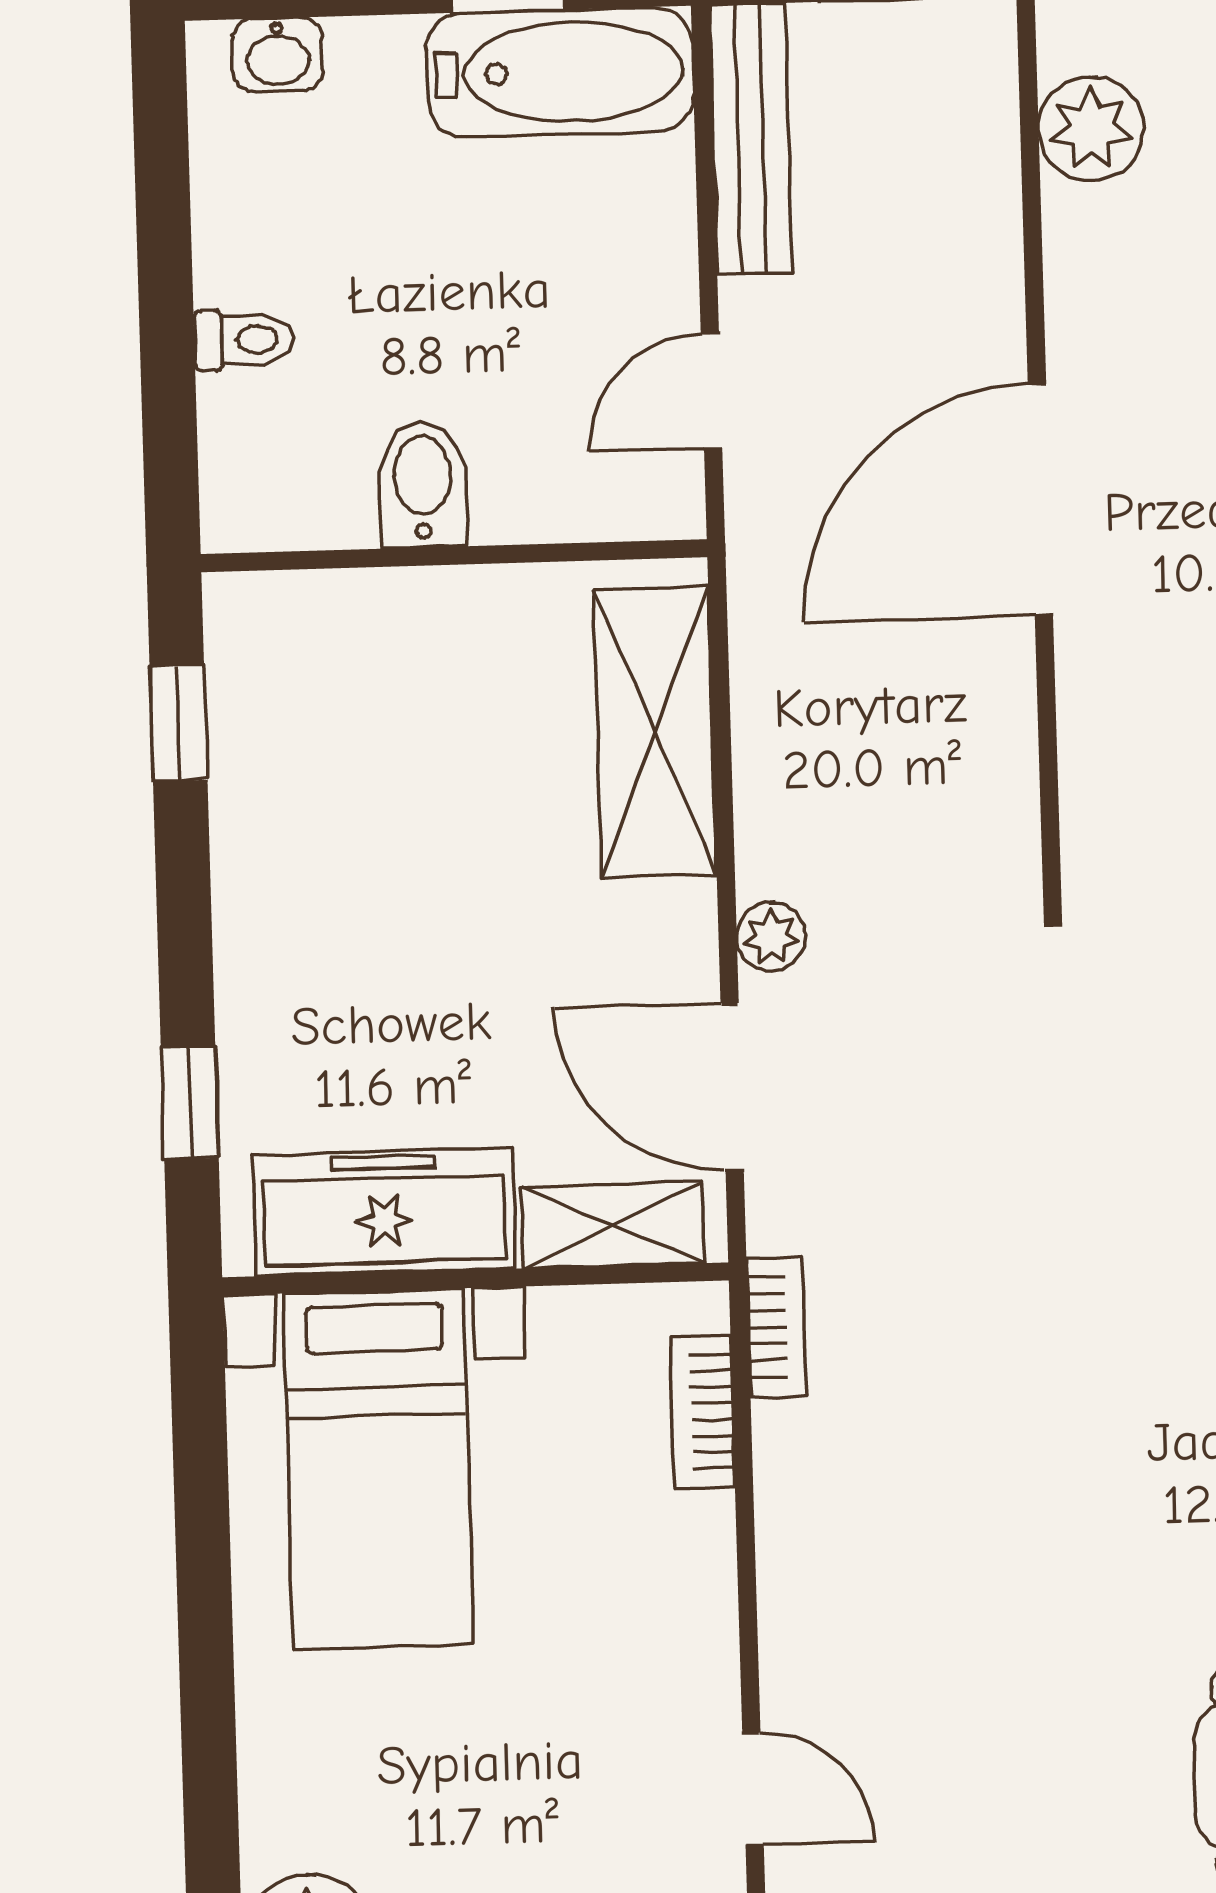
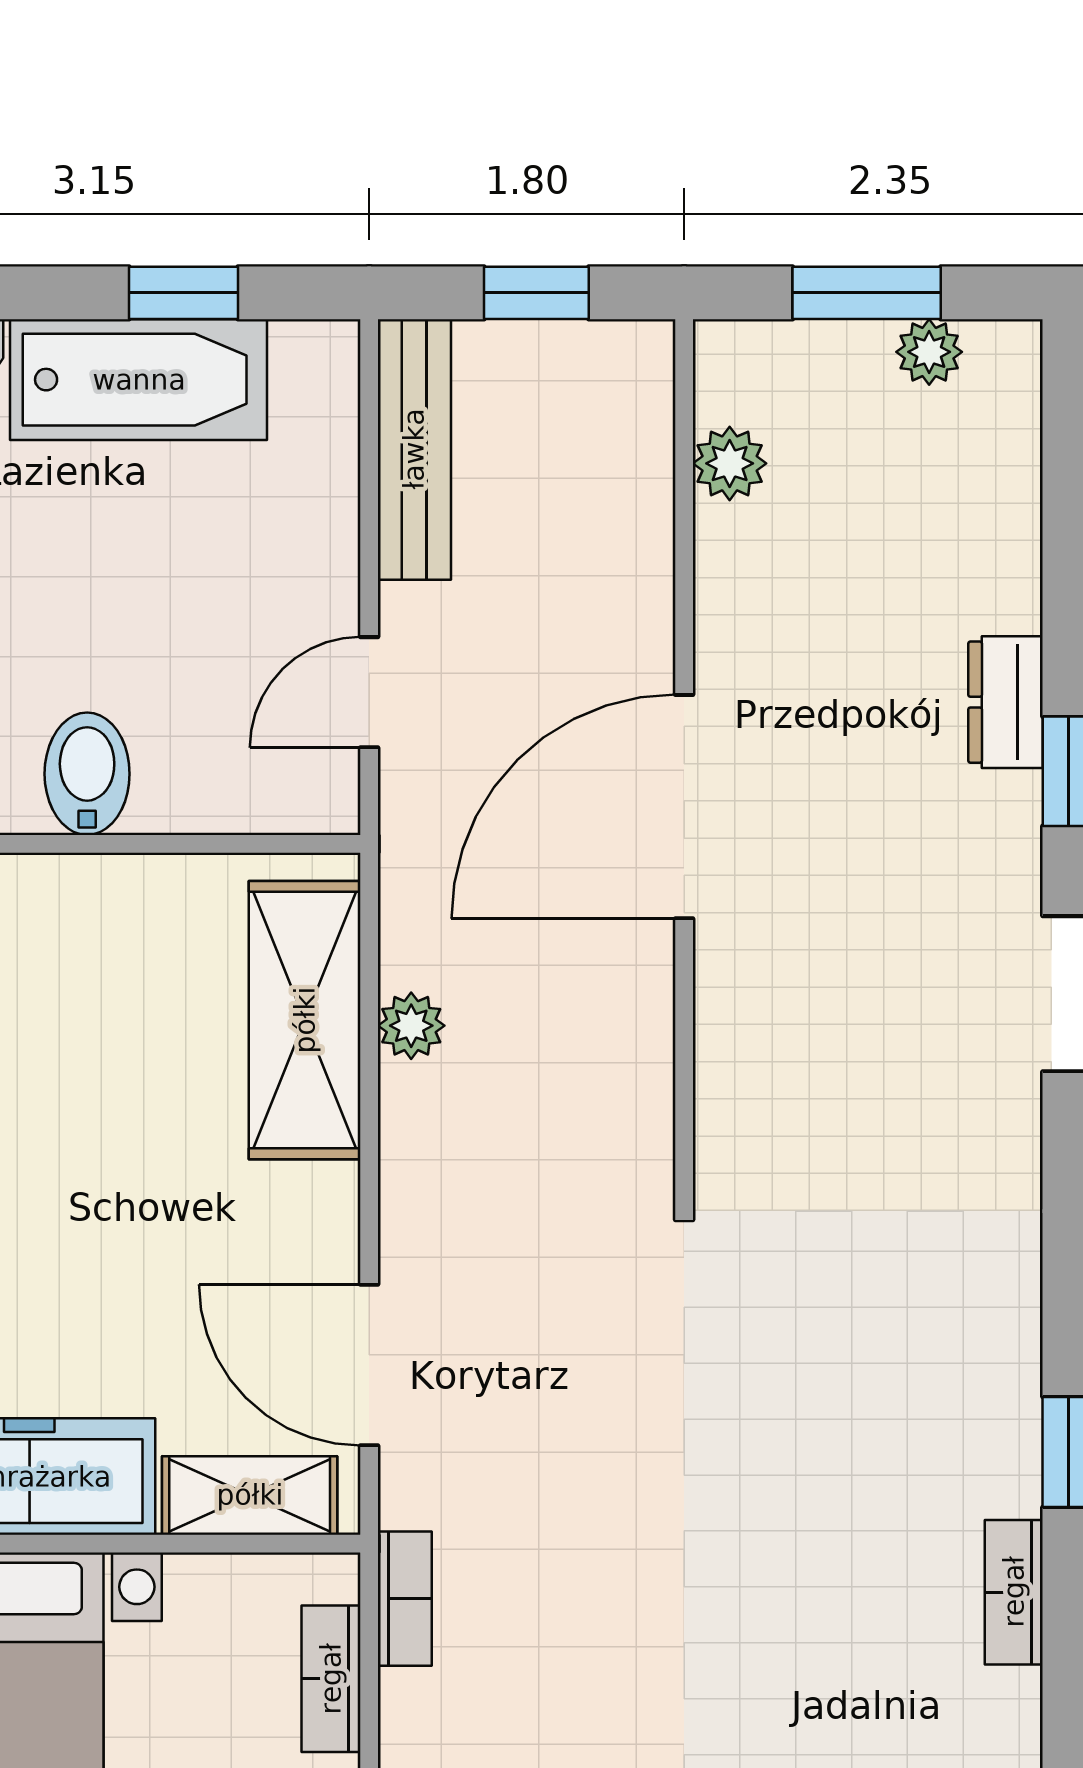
bathtub: (560, 72) -> (139, 380), moved
plant: (1091, 129) -> (730, 463), width x0.73, depth x0.73
plant: (771, 937) -> (411, 1026), moved

